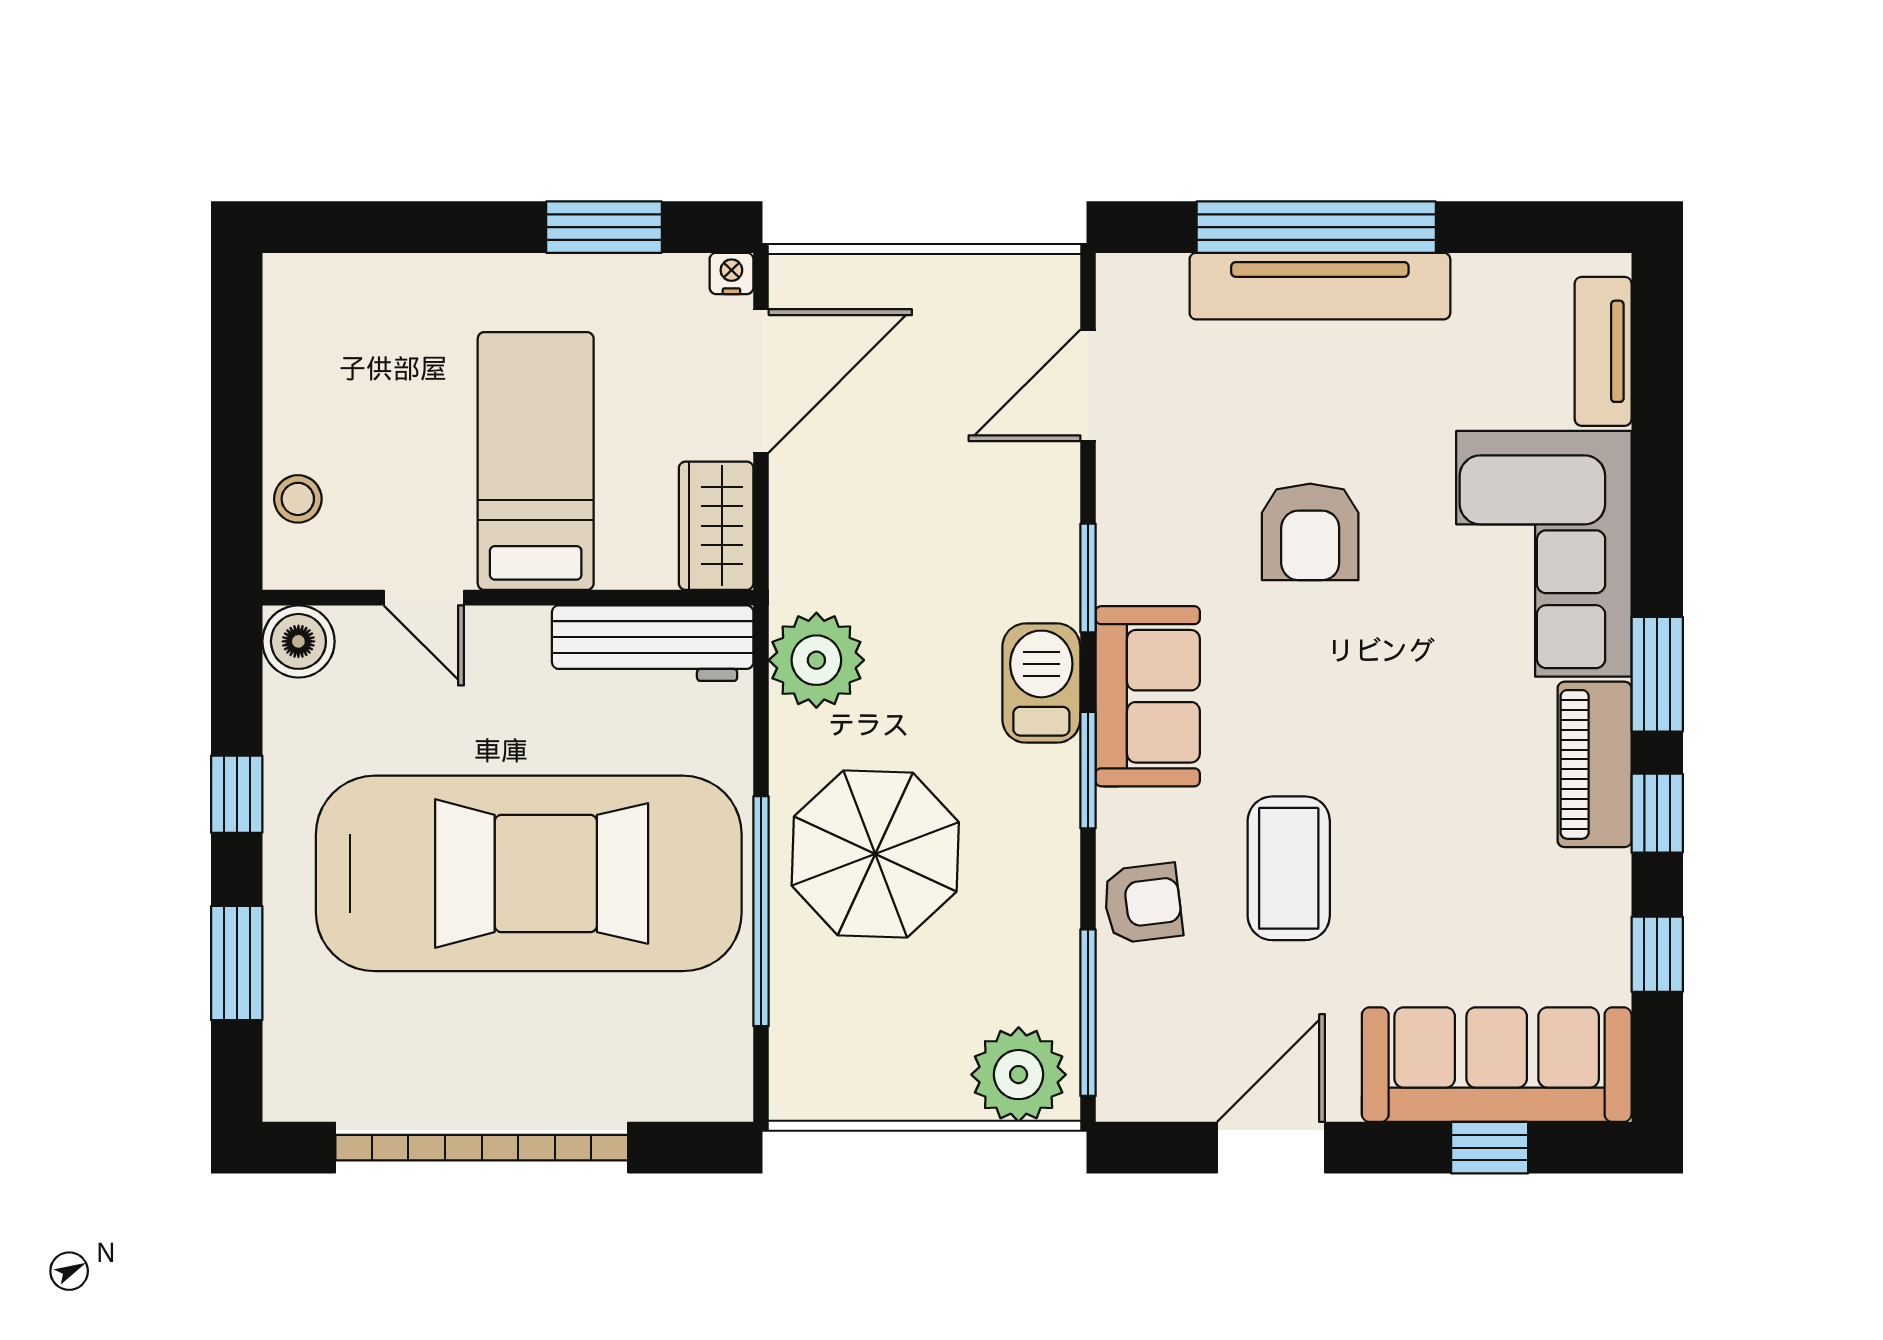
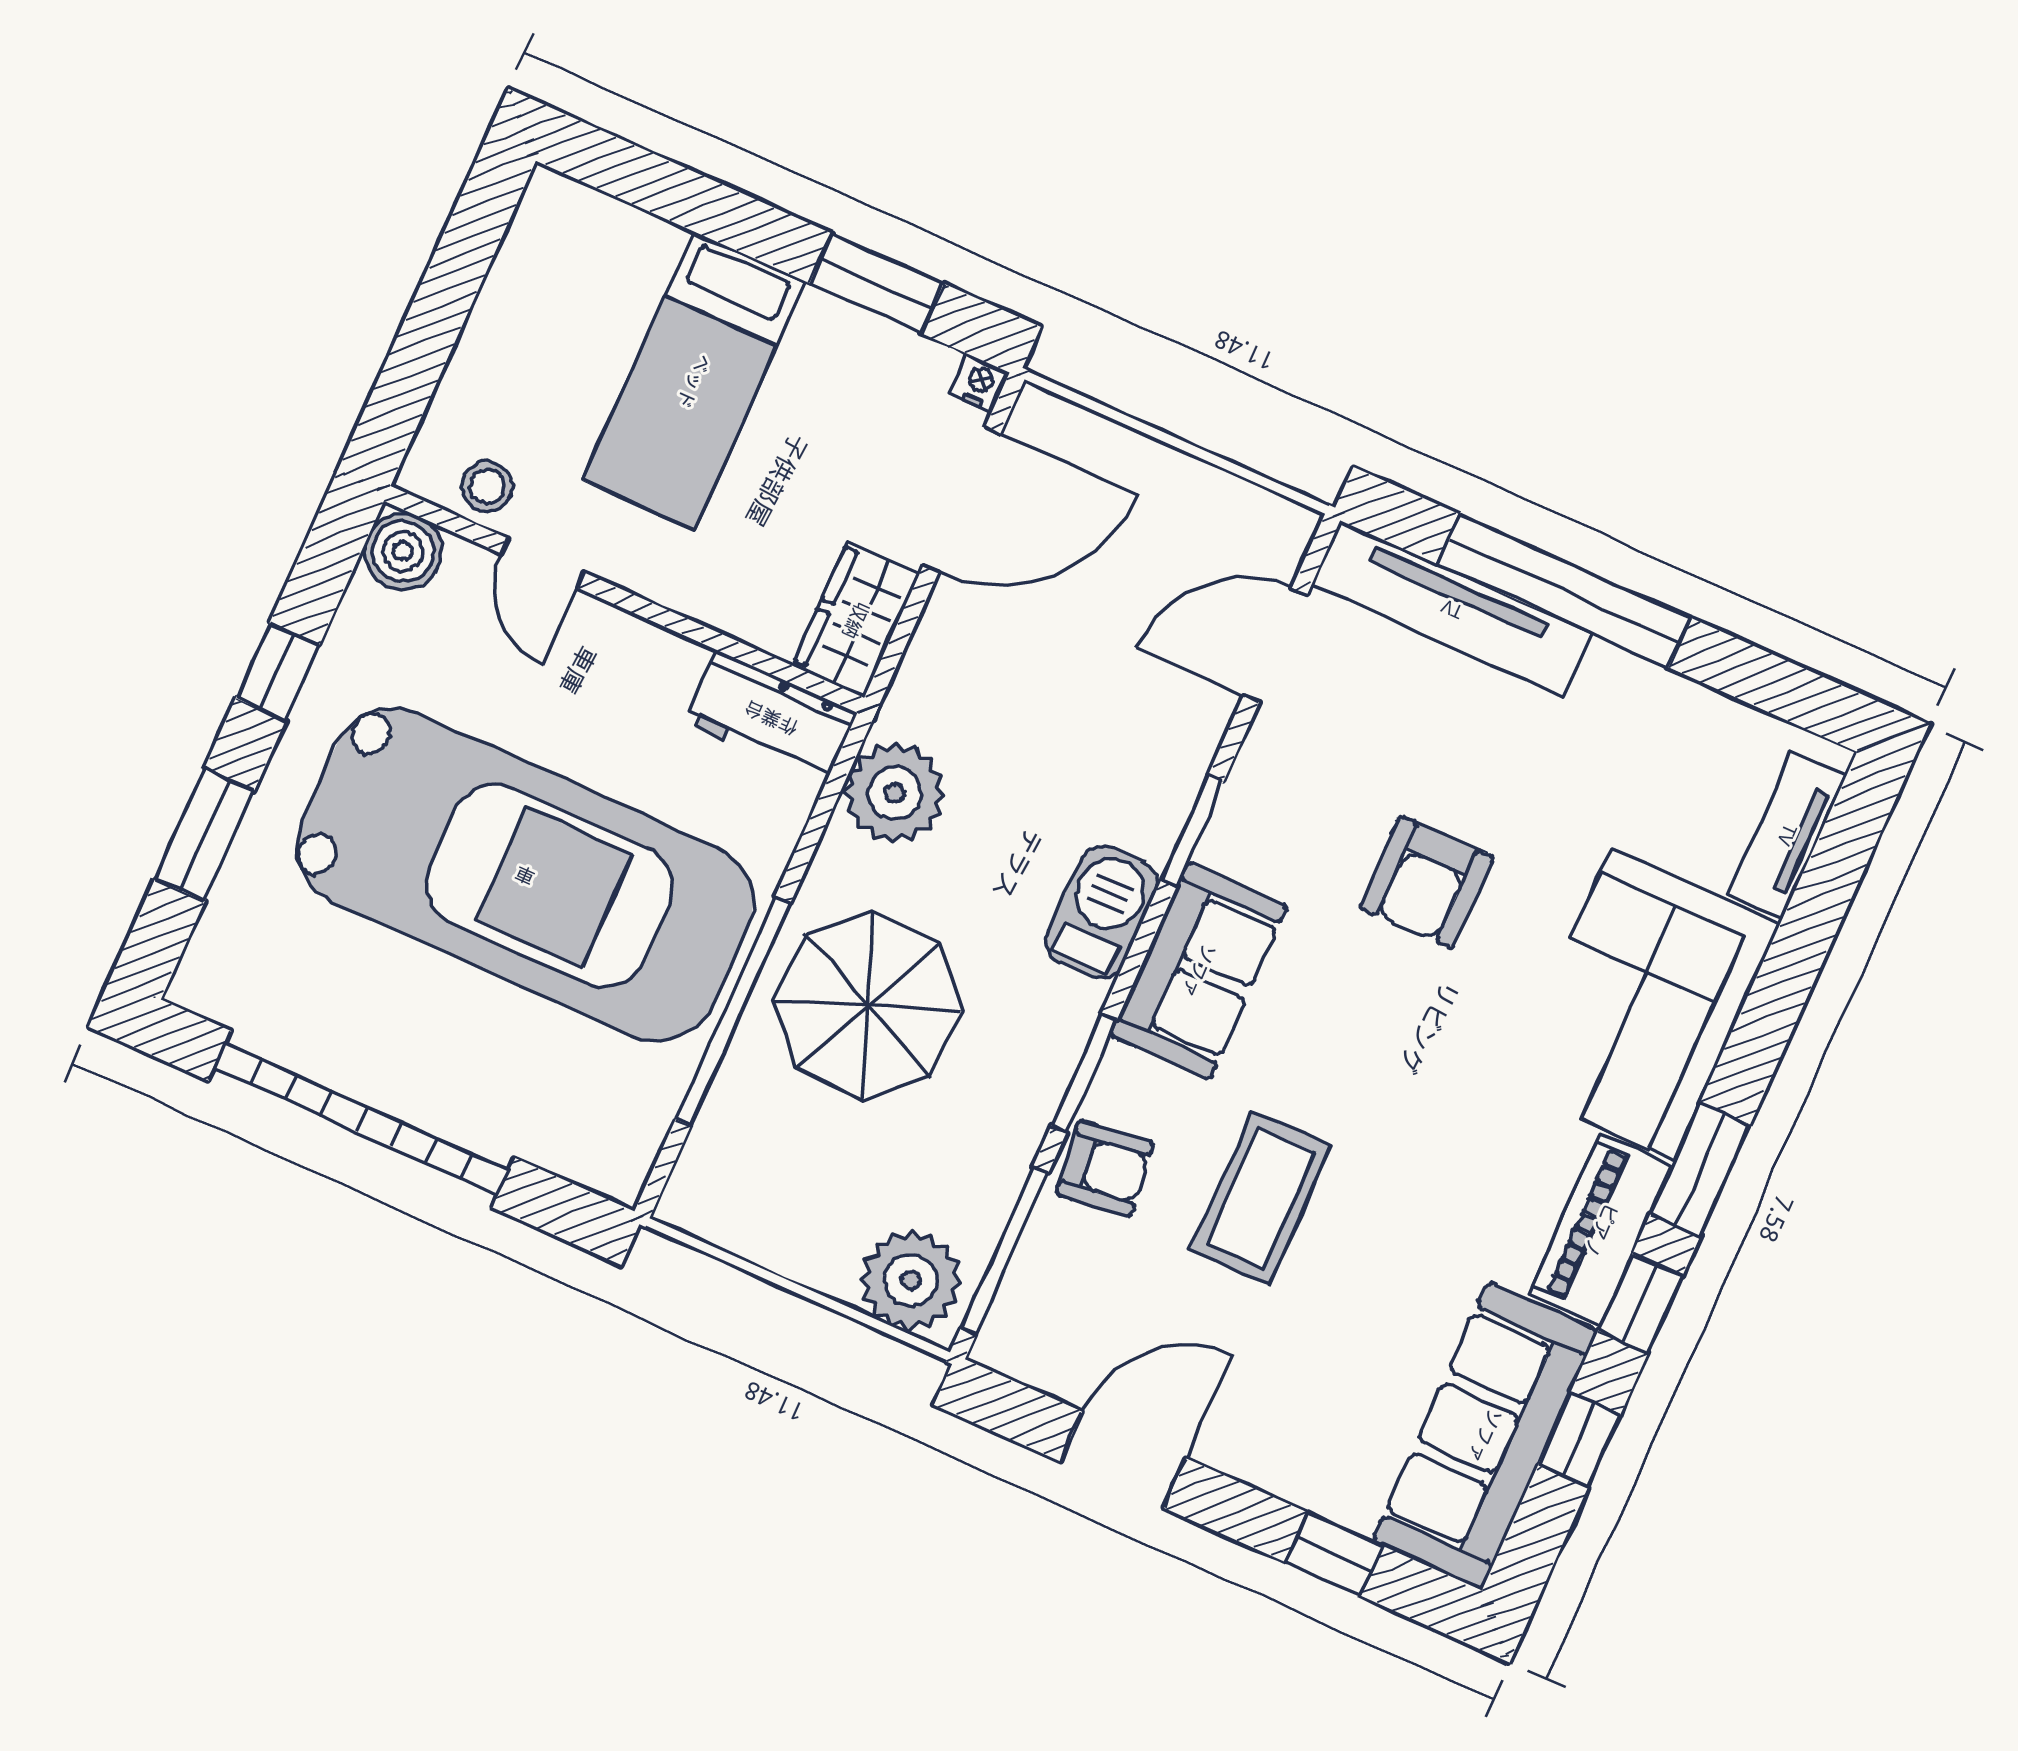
tv unit: (1320, 286) -> (1452, 609), moved
bed: (536, 461) -> (694, 381), moved, turned 180
stool: (298, 499) -> (487, 486), moved
workbench: (653, 643) -> (771, 718), width x0.73
window: (1088, 770) -> (1084, 1073), moved
sofa: (1497, 1065) -> (1485, 1436), moved, turned -90

